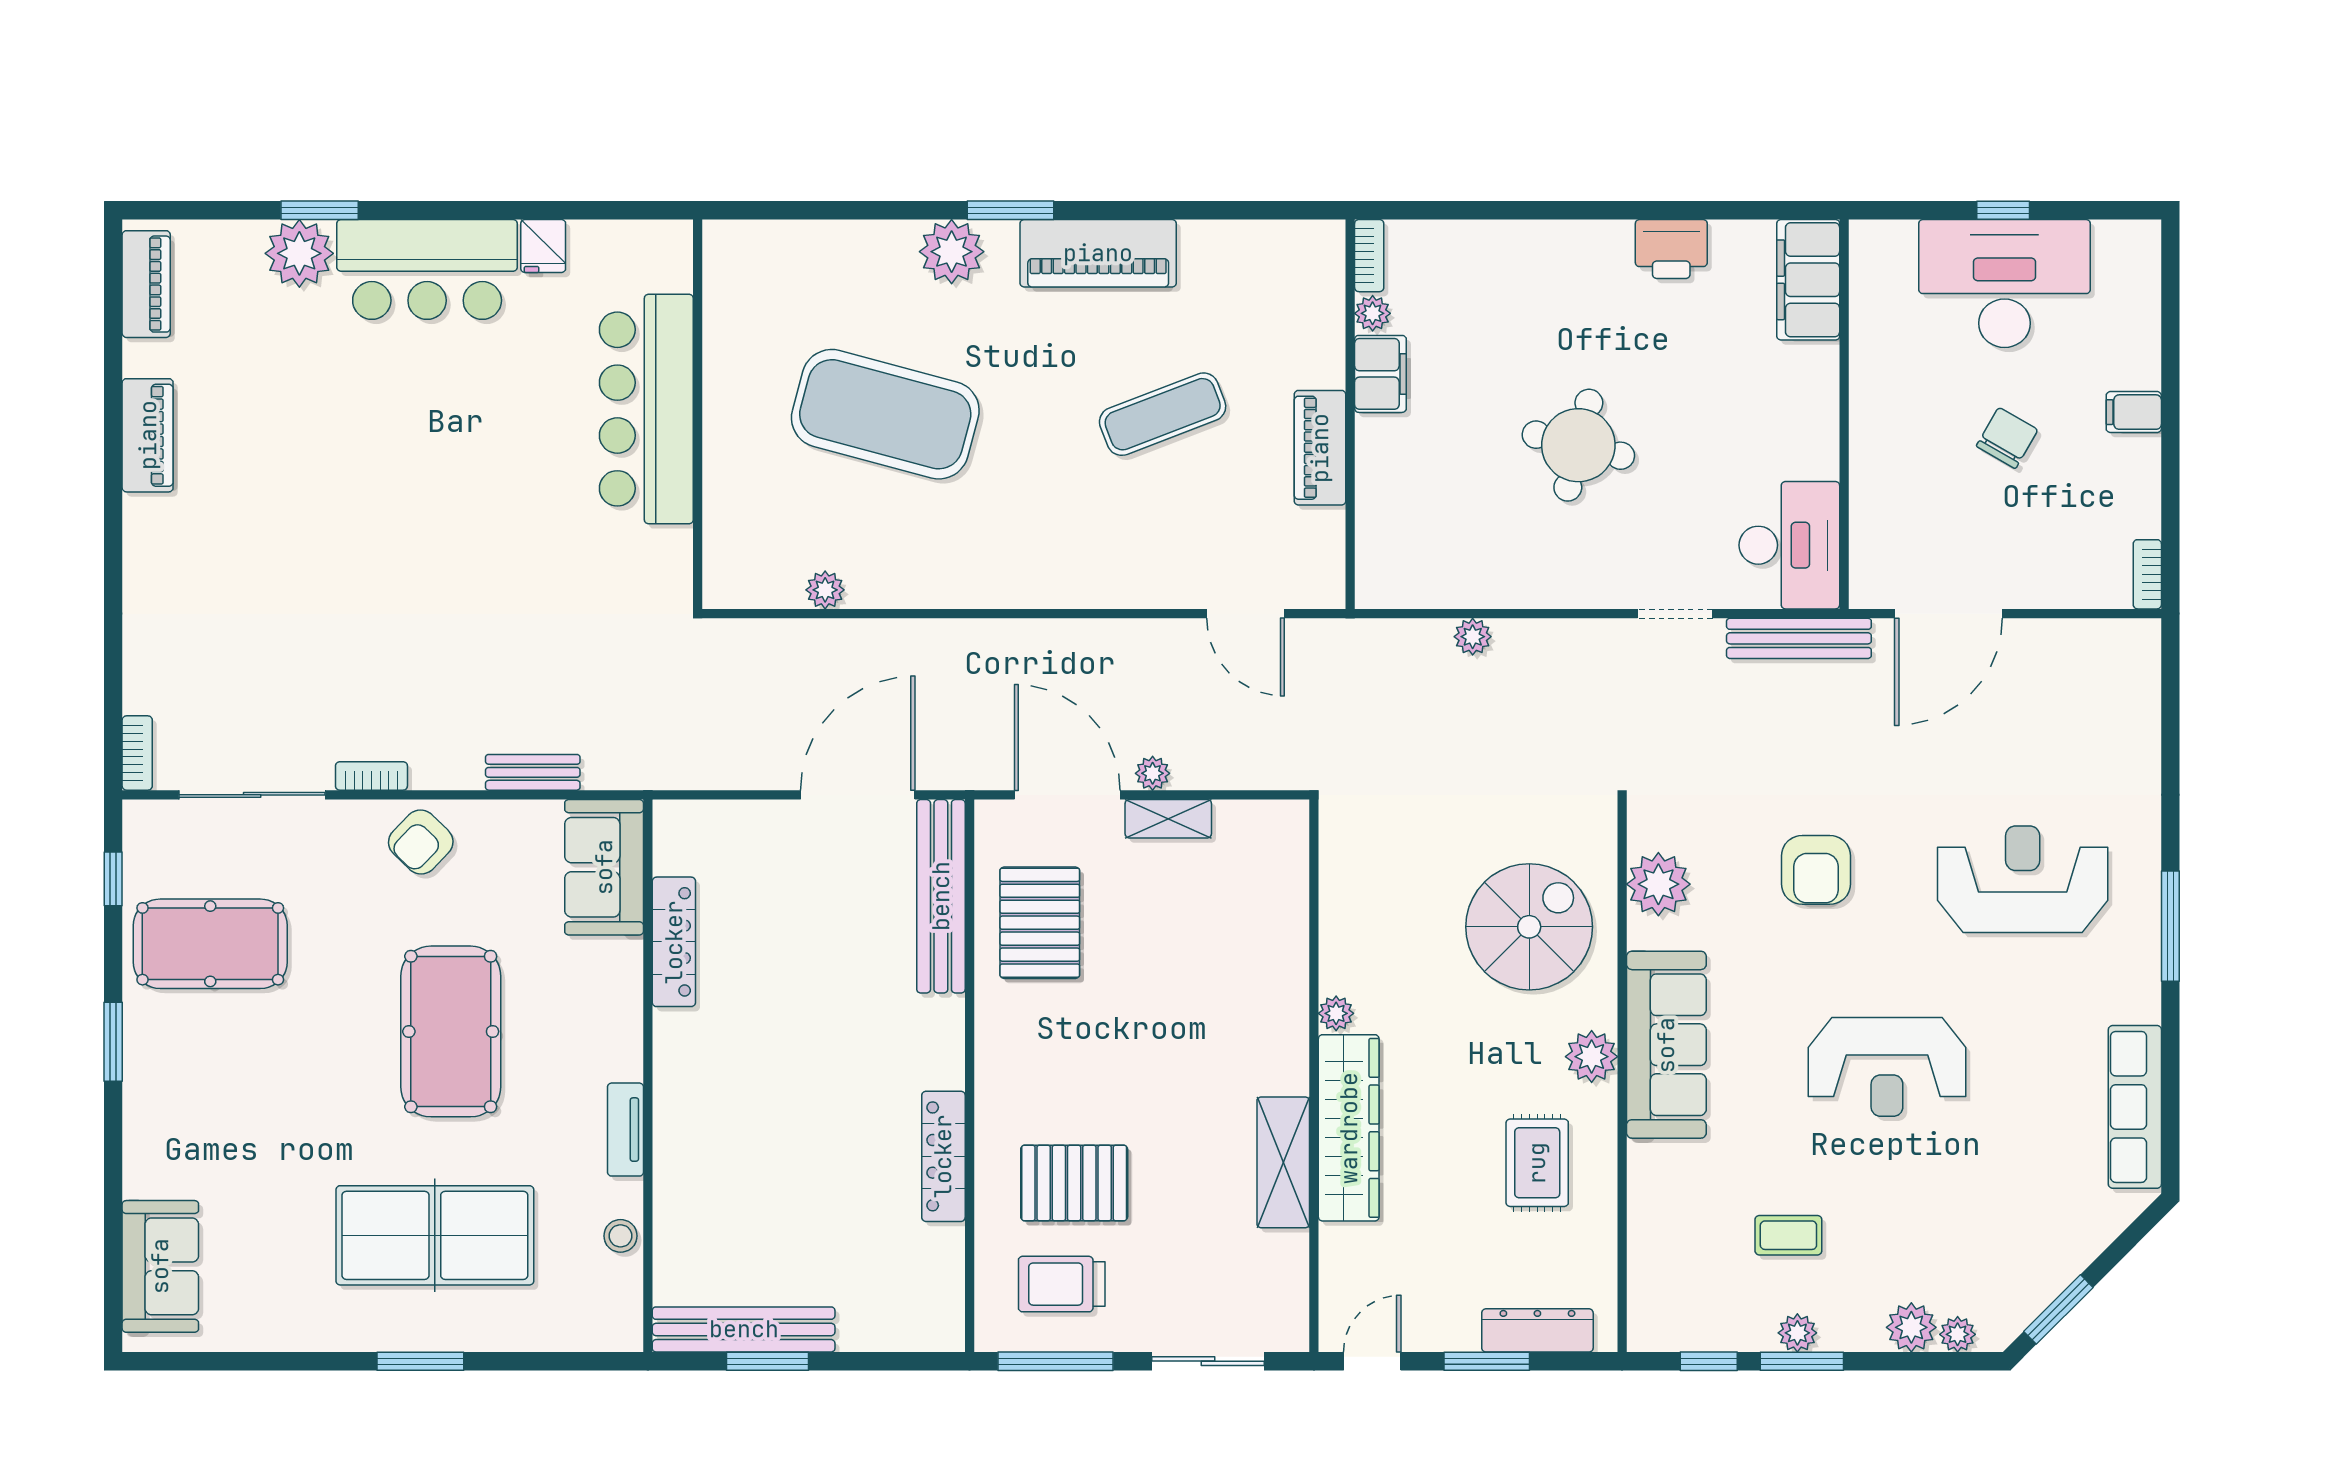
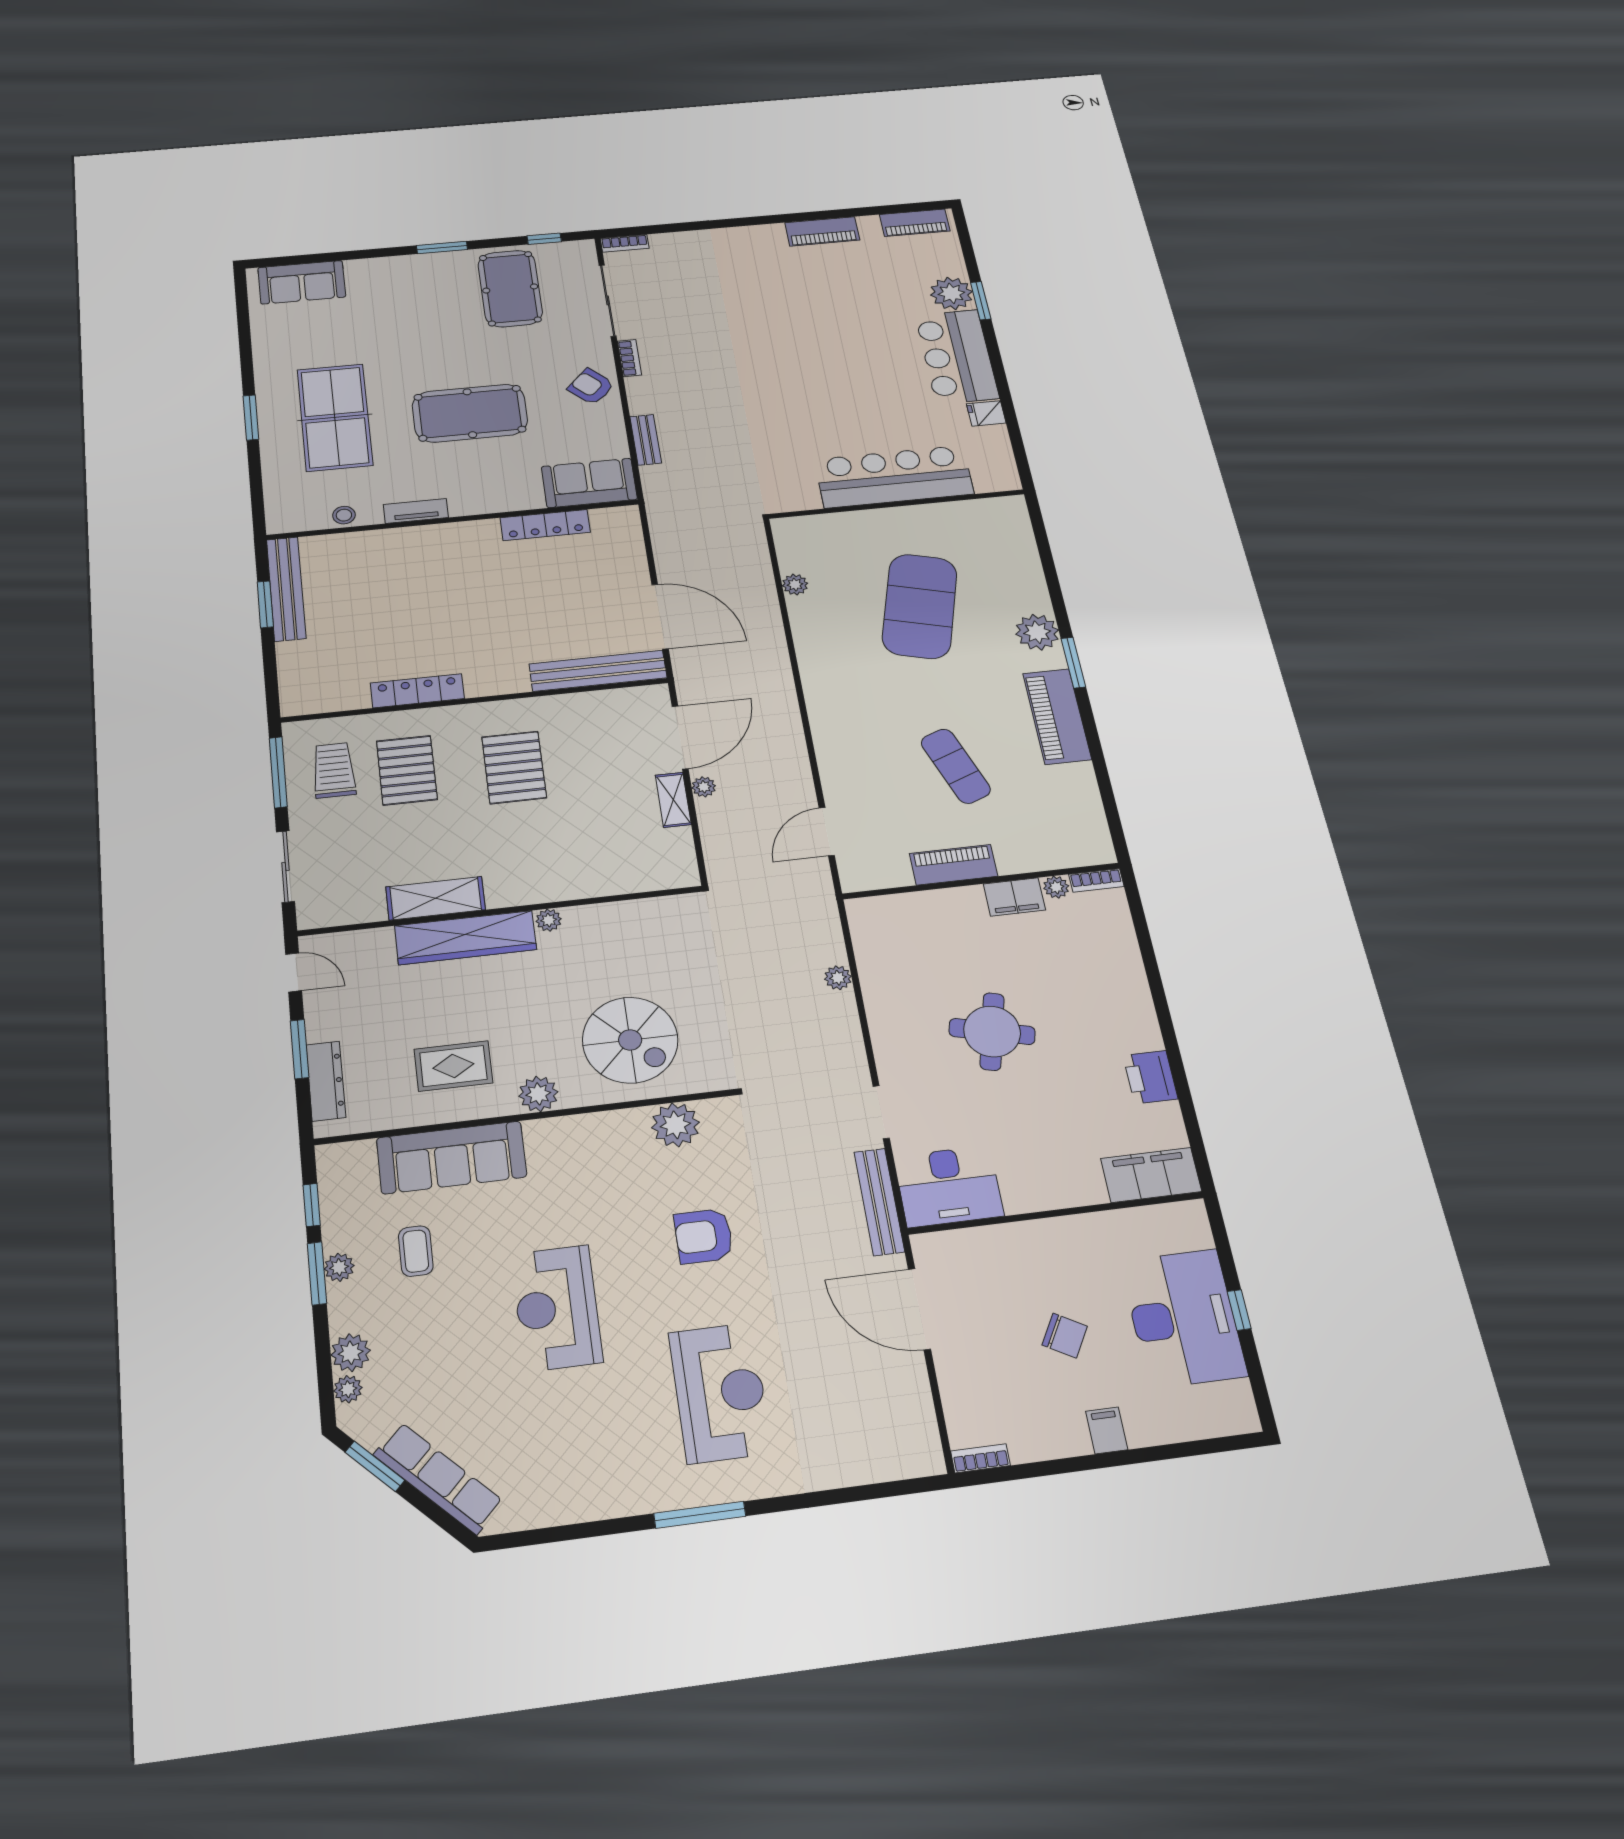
pallet: (1040, 923) -> (514, 767), moved, turned 90
sofa: (1666, 1045) -> (452, 1157), moved
row of seats: (2135, 1107) -> (438, 1478), moved, turned 45

